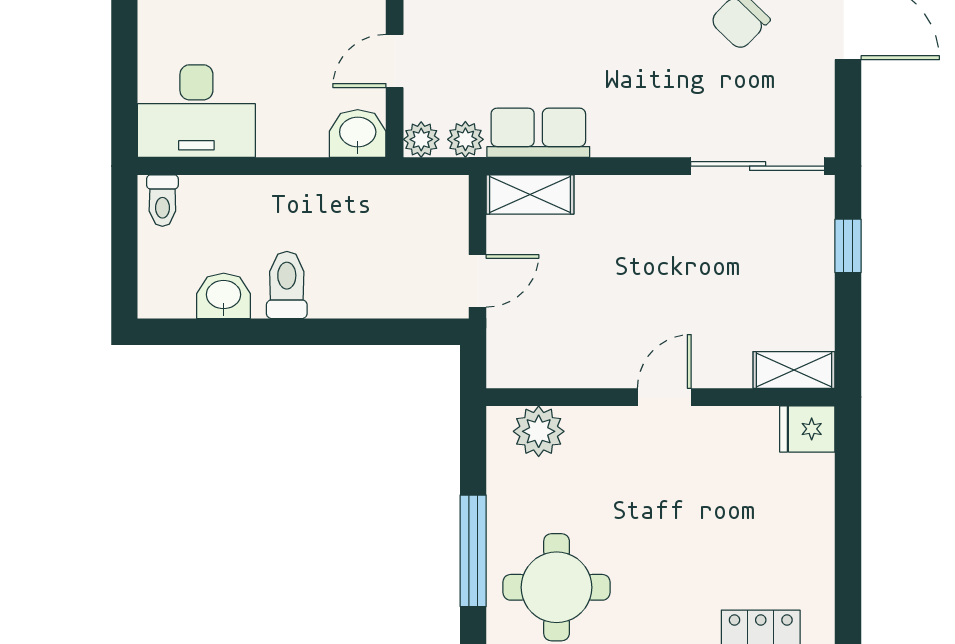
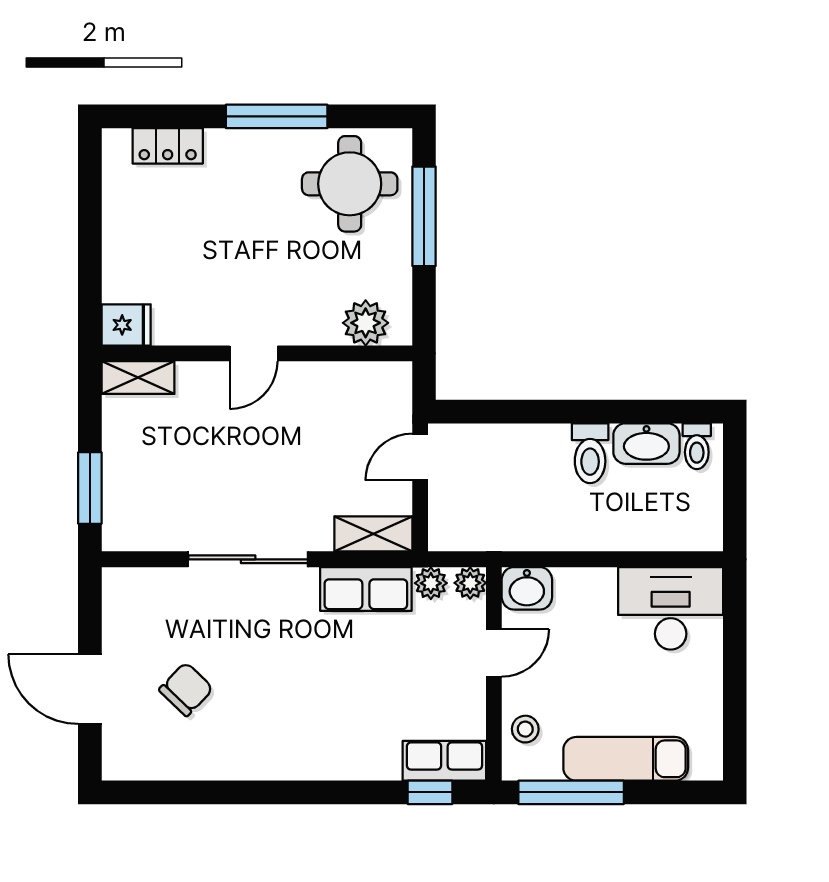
sliding door: (758, 166) -> (248, 559), moved
toilet: (162, 201) -> (697, 446), moved, turned 180
window: (848, 246) -> (90, 488), width x1.50
washbasin: (224, 296) -> (646, 444), width x1.38

